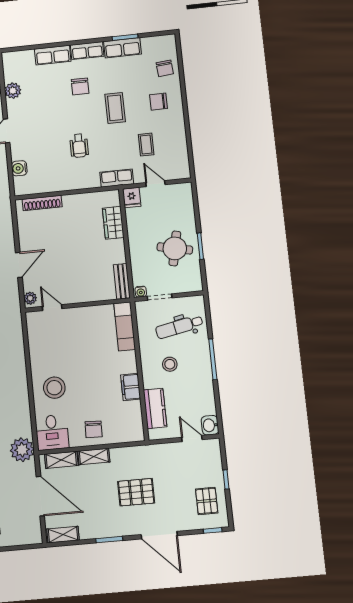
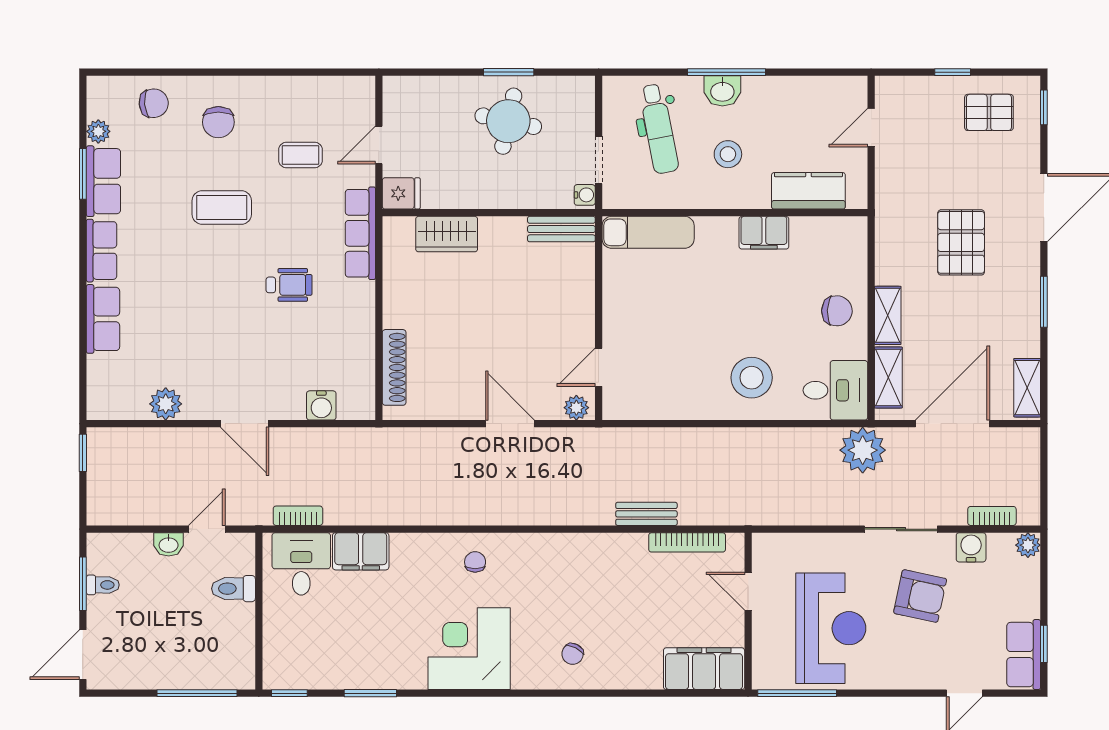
plant: (147, 42) -> (98, 131), added
chair: (80, 86) -> (172, 271), removed
row of seats: (117, 178) -> (360, 233), width x1.48
washbasin: (210, 425) -> (722, 91), moved

